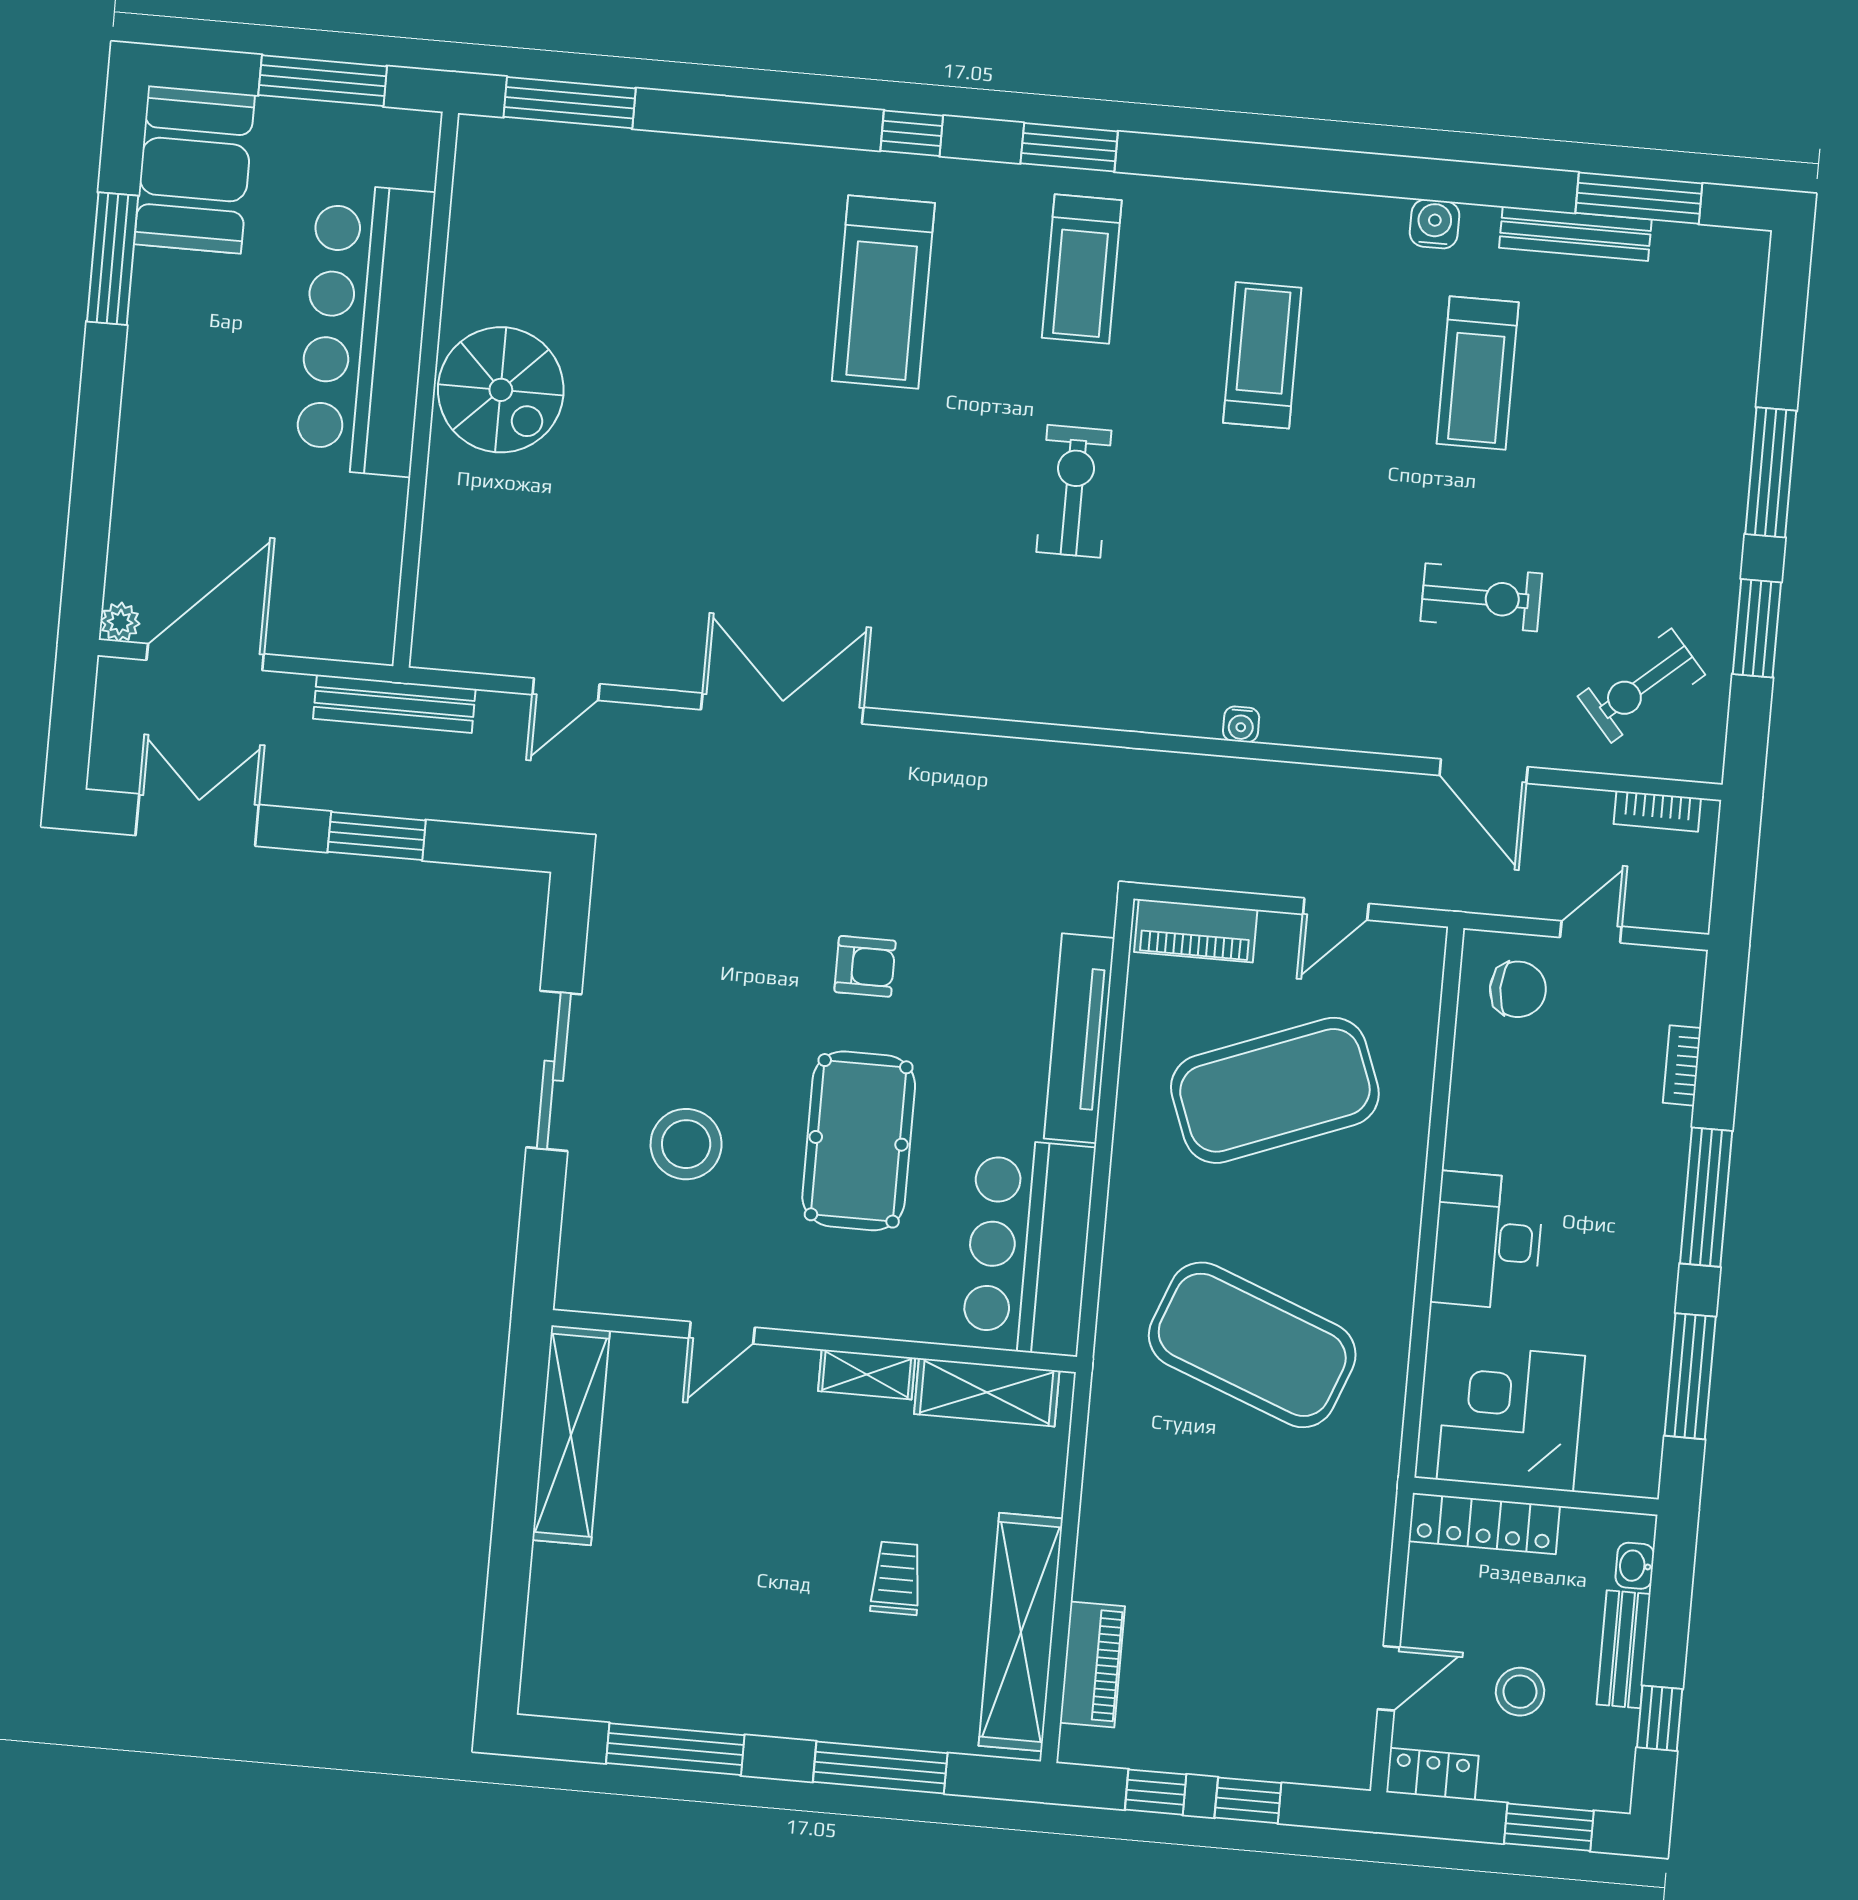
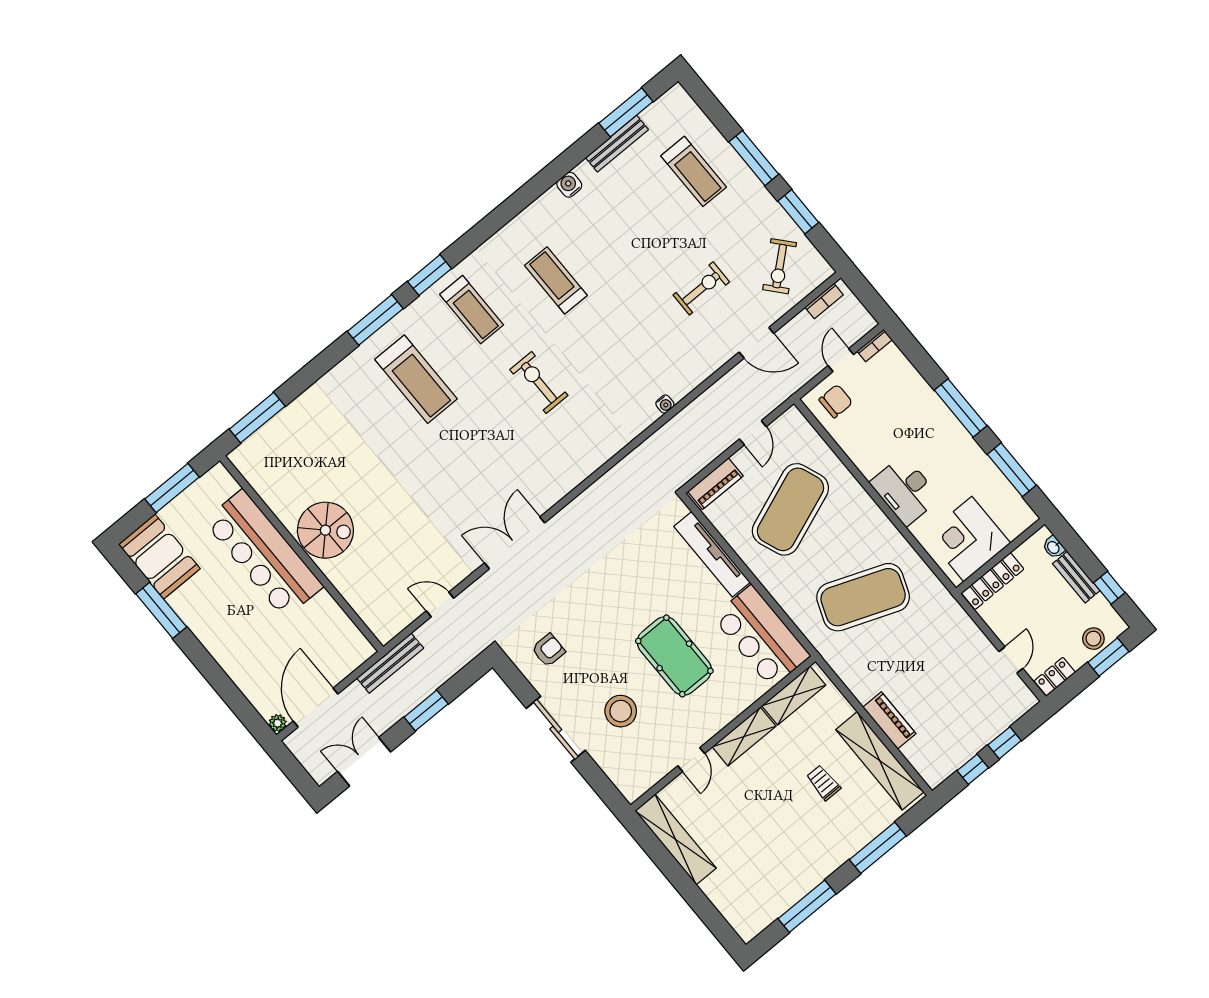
window: (912, 133) -> (375, 320), width x2.17
treadmill: (1478, 373) -> (694, 171), moved
door: (566, 689) -> (440, 605), swing flipped
armchair: (865, 966) -> (548, 650), moved
bookcase: (1682, 1065) -> (875, 345), moved, turned -90
shelving: (867, 1374) -> (744, 737), width x1.50, depth x1.33
piano: (1092, 1665) -> (889, 720), moved
stool: (1520, 1692) -> (1093, 639), moved

